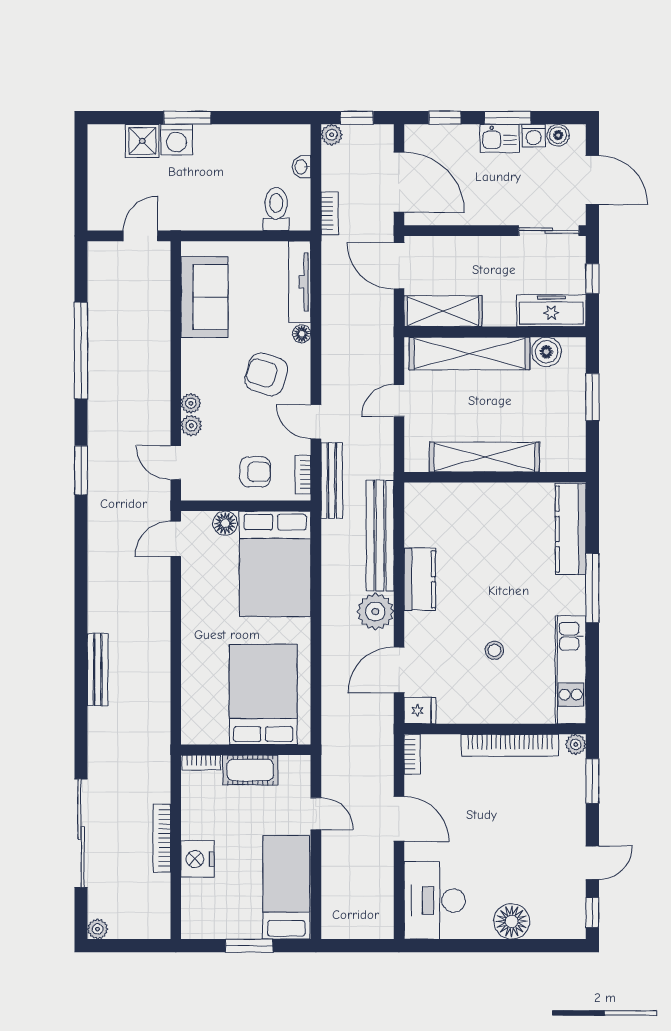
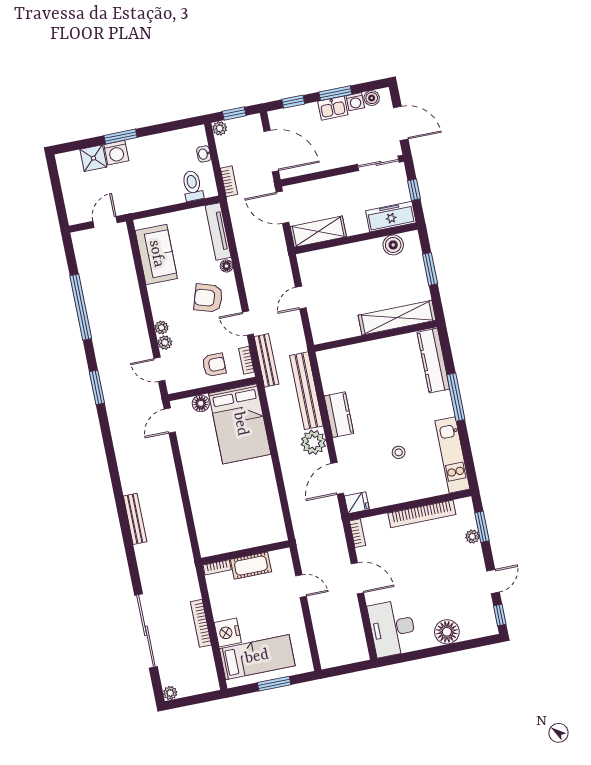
shelving: (470, 353) -> (342, 256), removed
shelving: (484, 457) -> (397, 318), moved
bed: (263, 694) -> (249, 513), removed
plant: (576, 744) -> (472, 537), moved
bed: (286, 887) -> (257, 657), moved, turned 90

